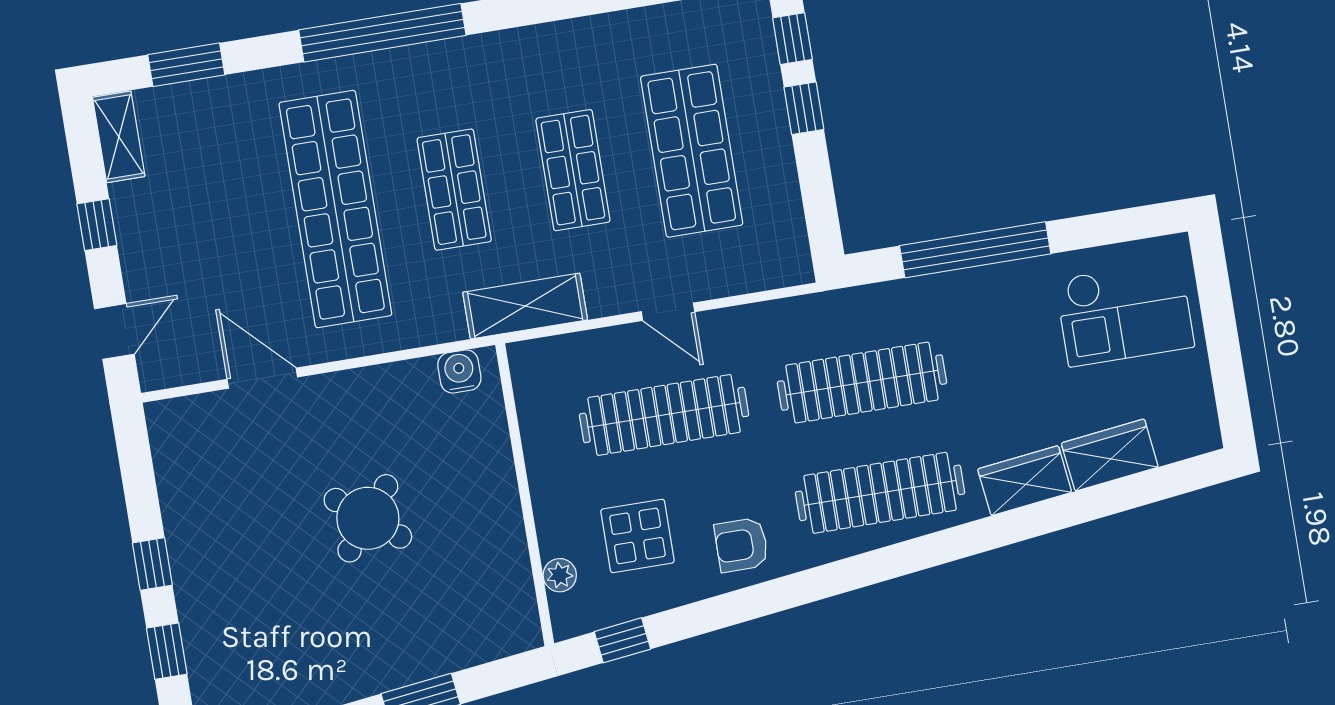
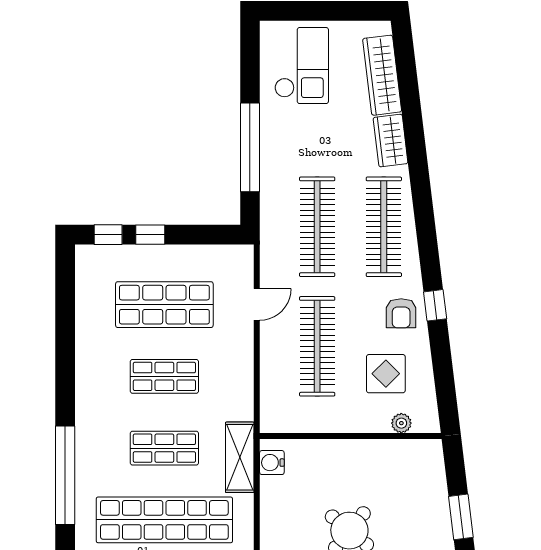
shelving: (525, 306) -> (240, 457), moved
door: (668, 312) -> (257, 304), moved
wardrobe: (1110, 455) -> (382, 75), width x1.50
window: (622, 640) -> (435, 305), moved

